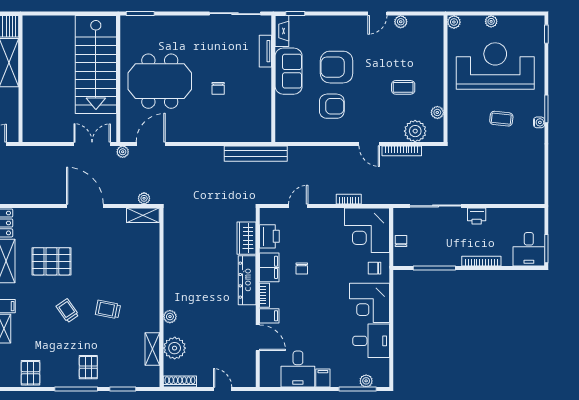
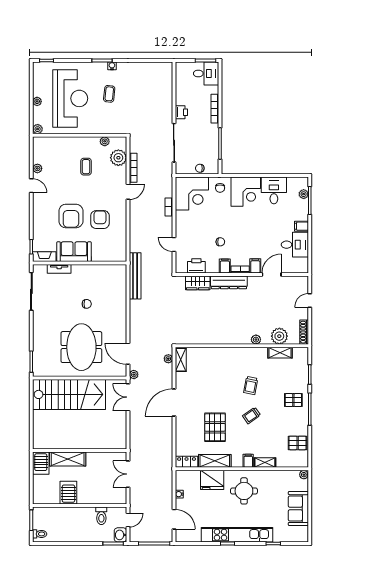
reception desk: (495, 66) -> (70, 98), turned 180
filing cabinet: (269, 267) -> (225, 266), width x0.50

